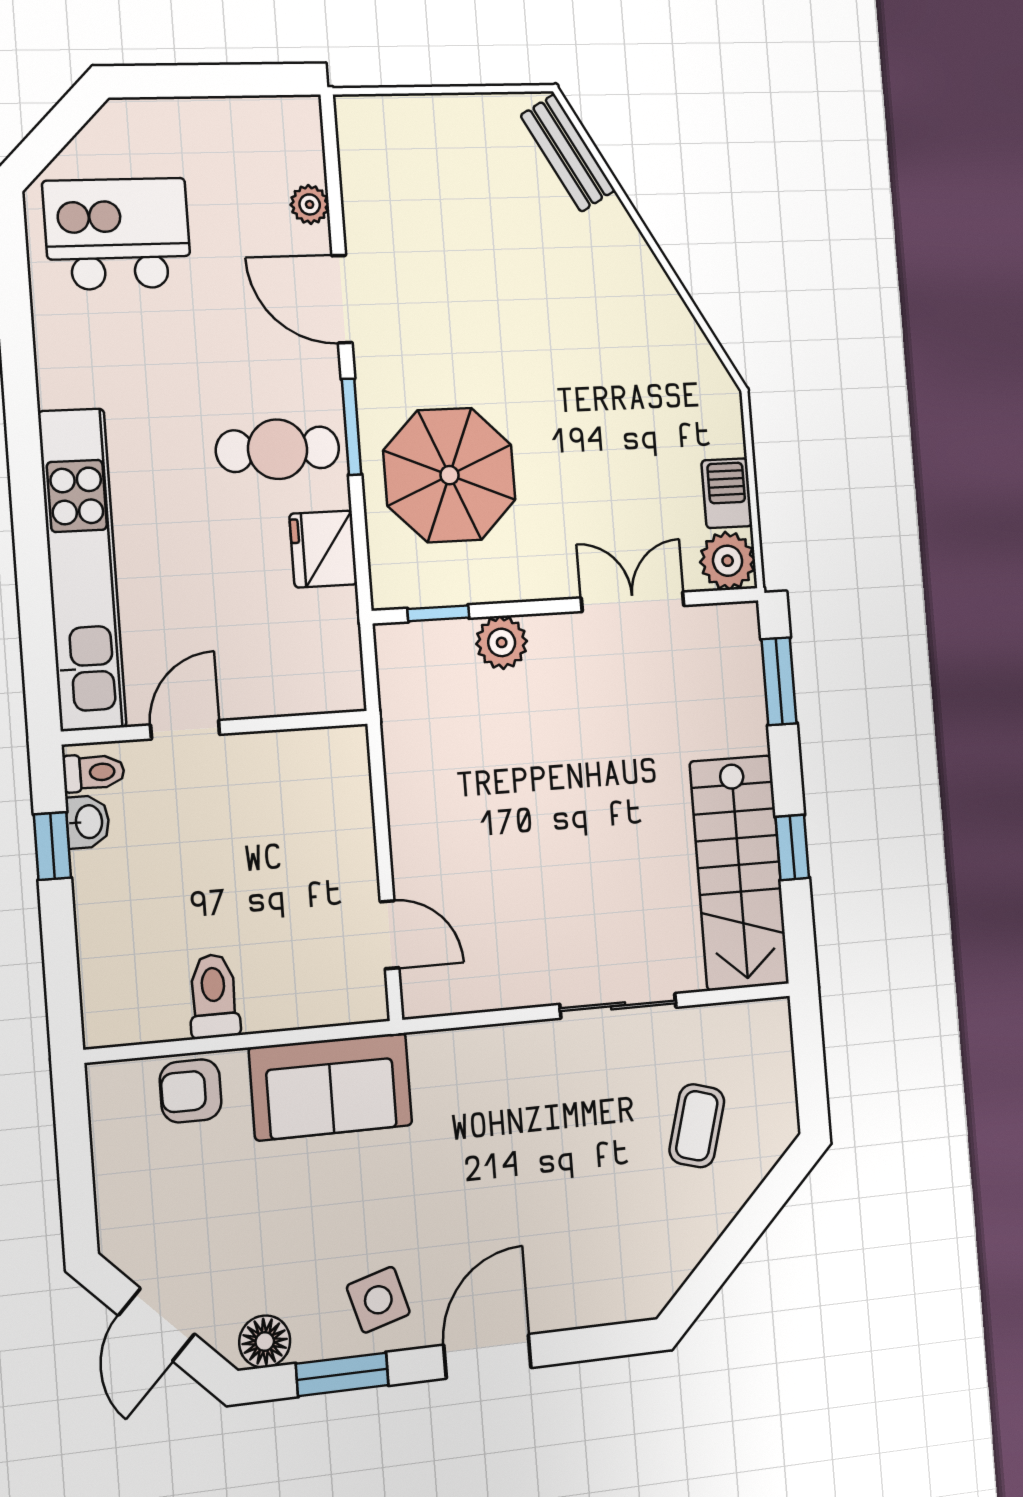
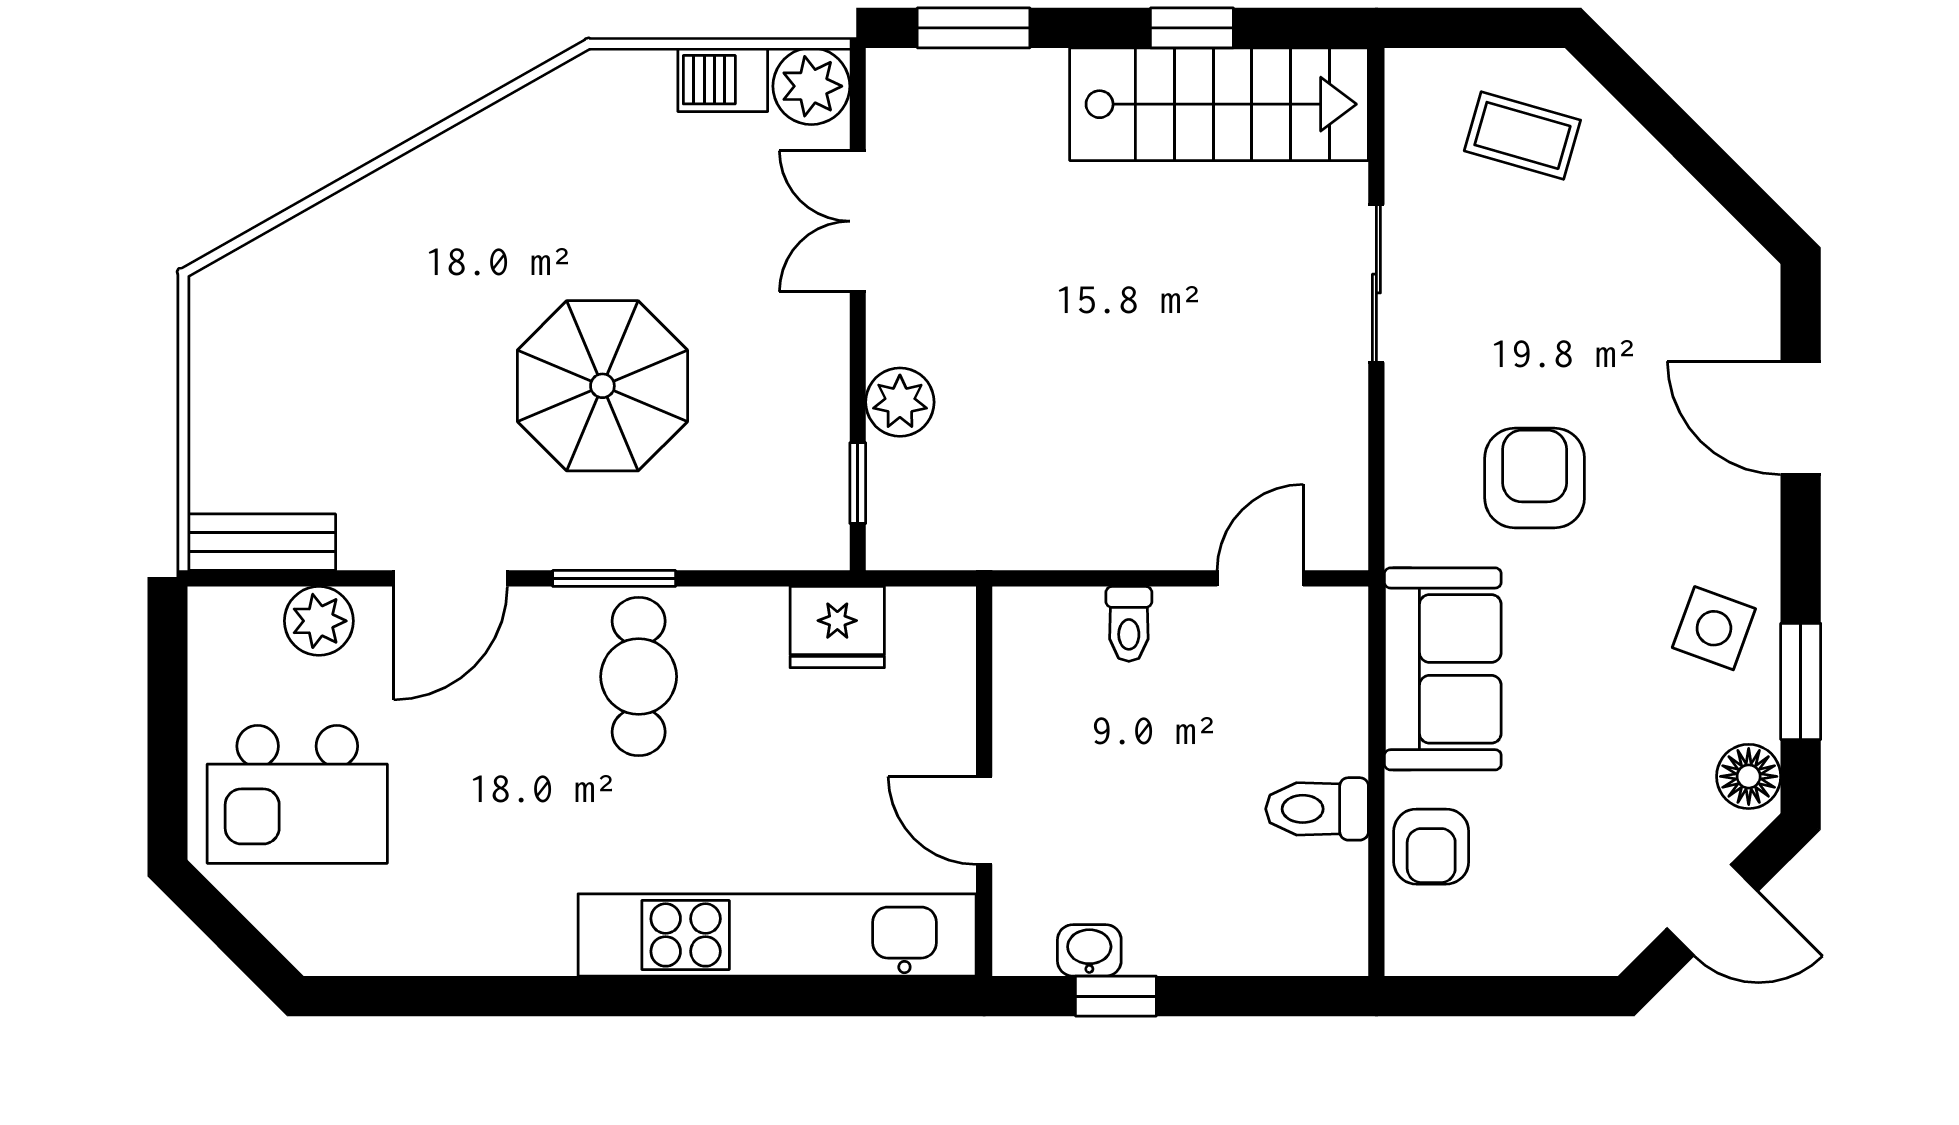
bench: (568, 153) -> (262, 542), moved, turned 30
plant: (310, 204) -> (319, 621), width x1.38, depth x1.38
kitchen island: (117, 234) -> (297, 794), moved, turned -90
parasol: (449, 475) -> (602, 386), moved
fridge: (323, 549) -> (837, 627), moved
toilet: (94, 772) -> (1129, 624), moved, turned 180
coffee table: (697, 1126) -> (1522, 135), moved
armchair: (482, 1144) -> (1535, 478), added
side table: (378, 1300) -> (1714, 628), turned 36
door: (488, 1356) -> (1801, 418), moved

